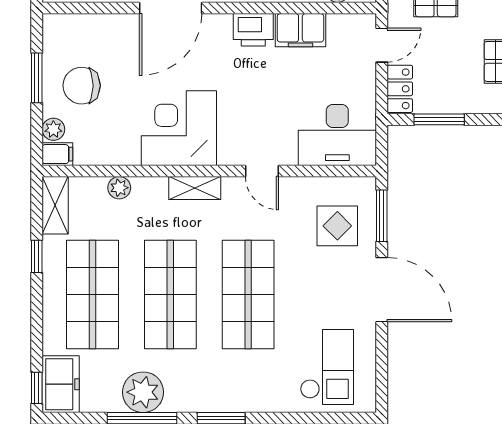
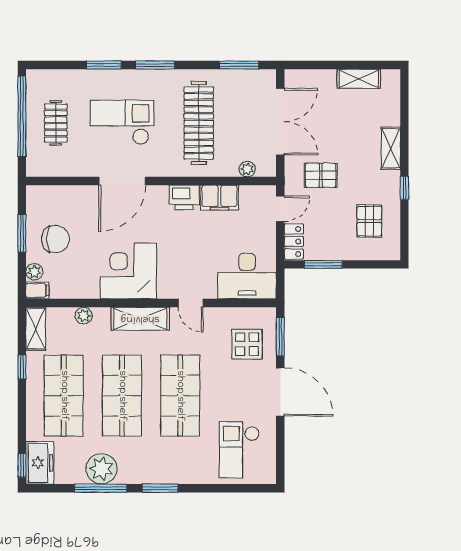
chair: (82, 86) -> (55, 239), turned 180
shelving: (195, 188) -> (140, 319), width x1.50, depth x1.33
checkout: (327, 367) -> (239, 450), turned 180

